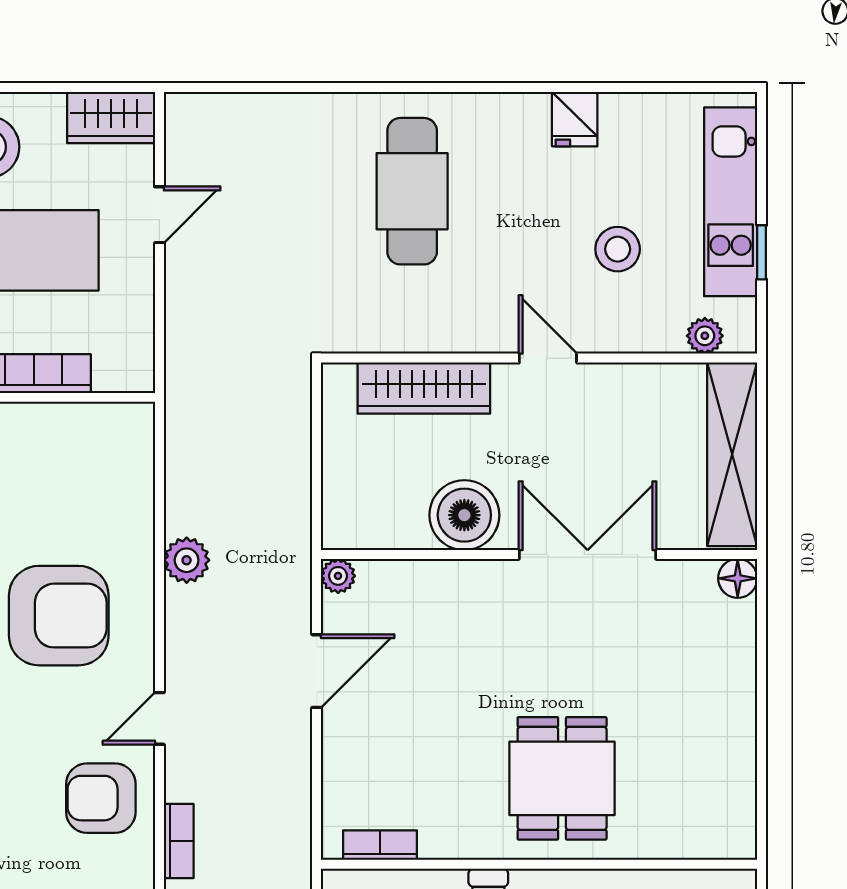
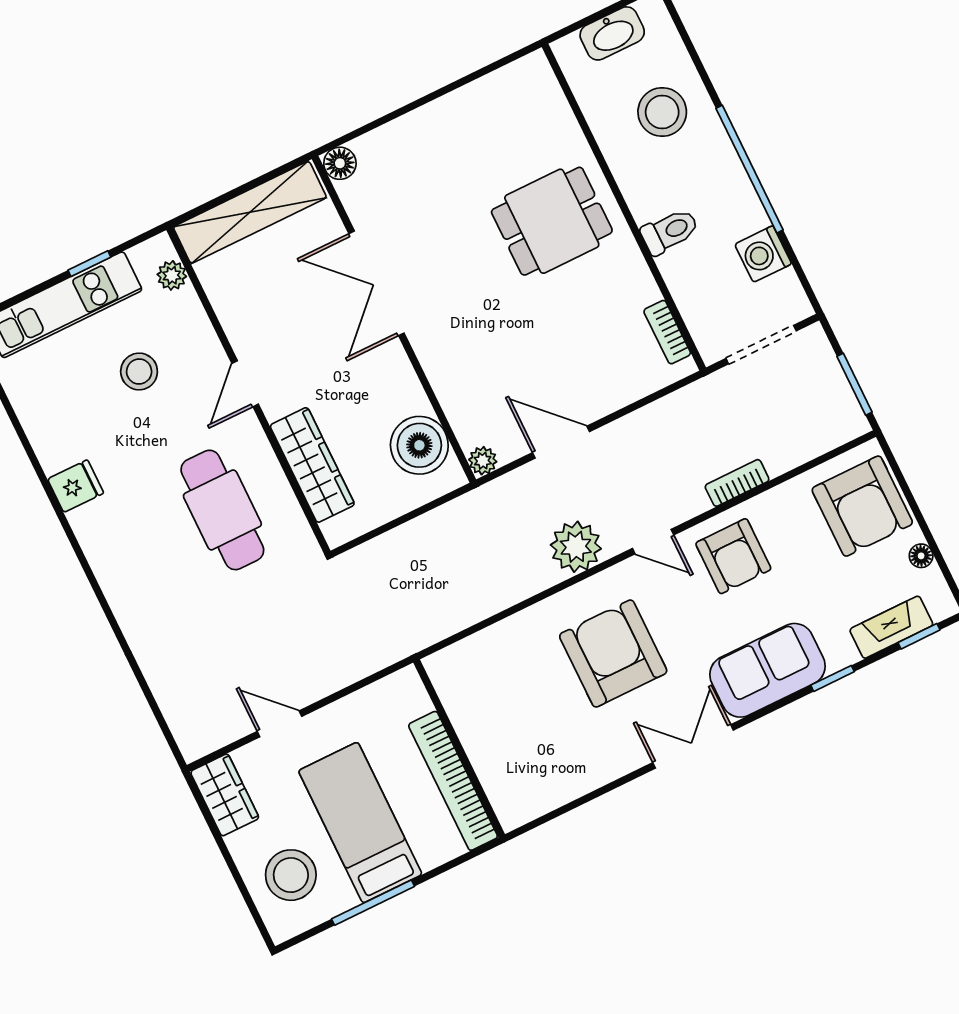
fridge: (575, 119) -> (76, 486), moved
cafe table: (412, 191) -> (222, 510), moved, turned 90
boiler: (464, 515) -> (419, 445), moved
plant: (187, 560) -> (576, 547), moved, width x1.36, depth x1.36

